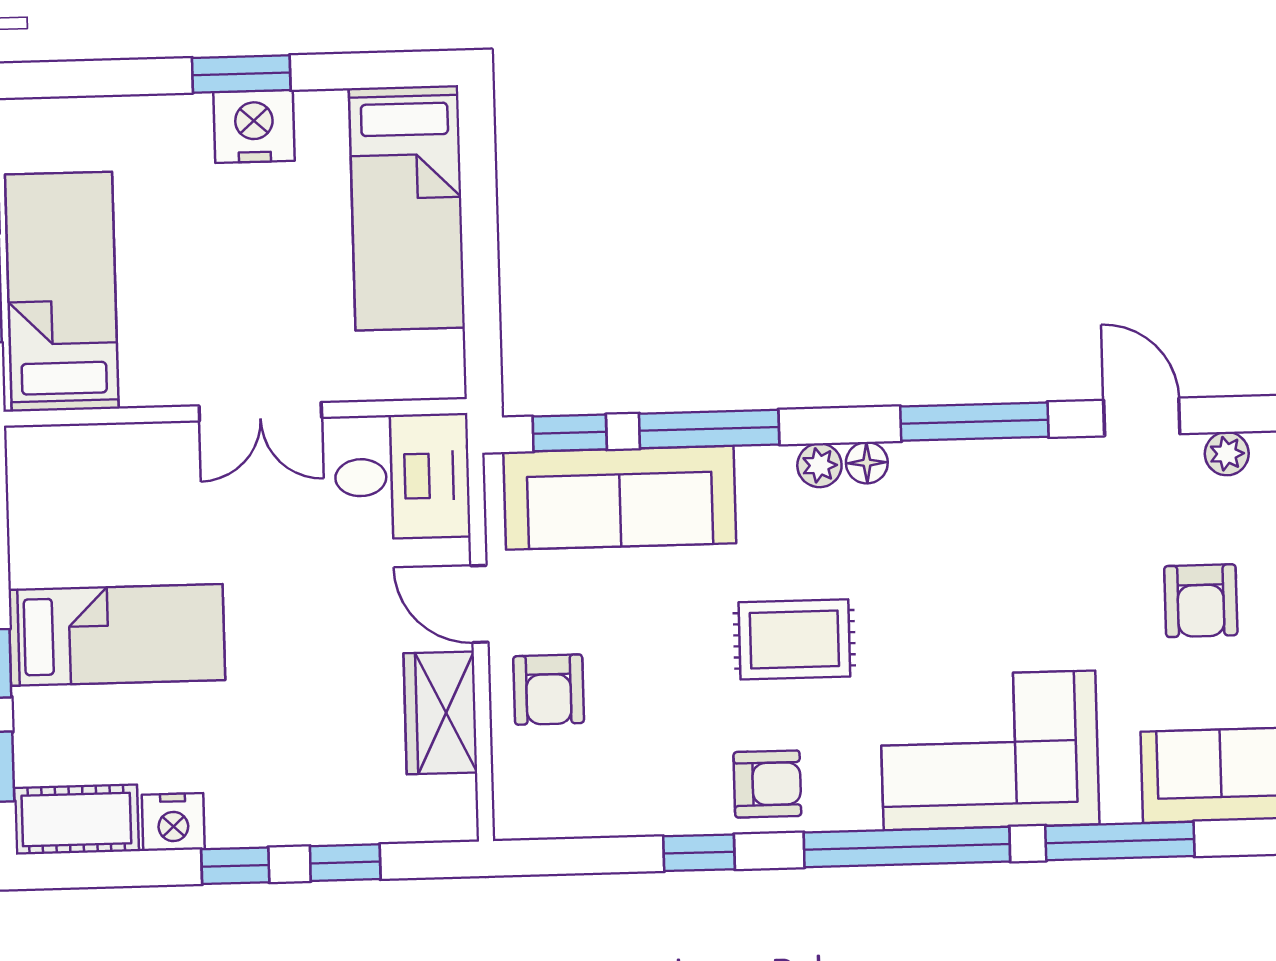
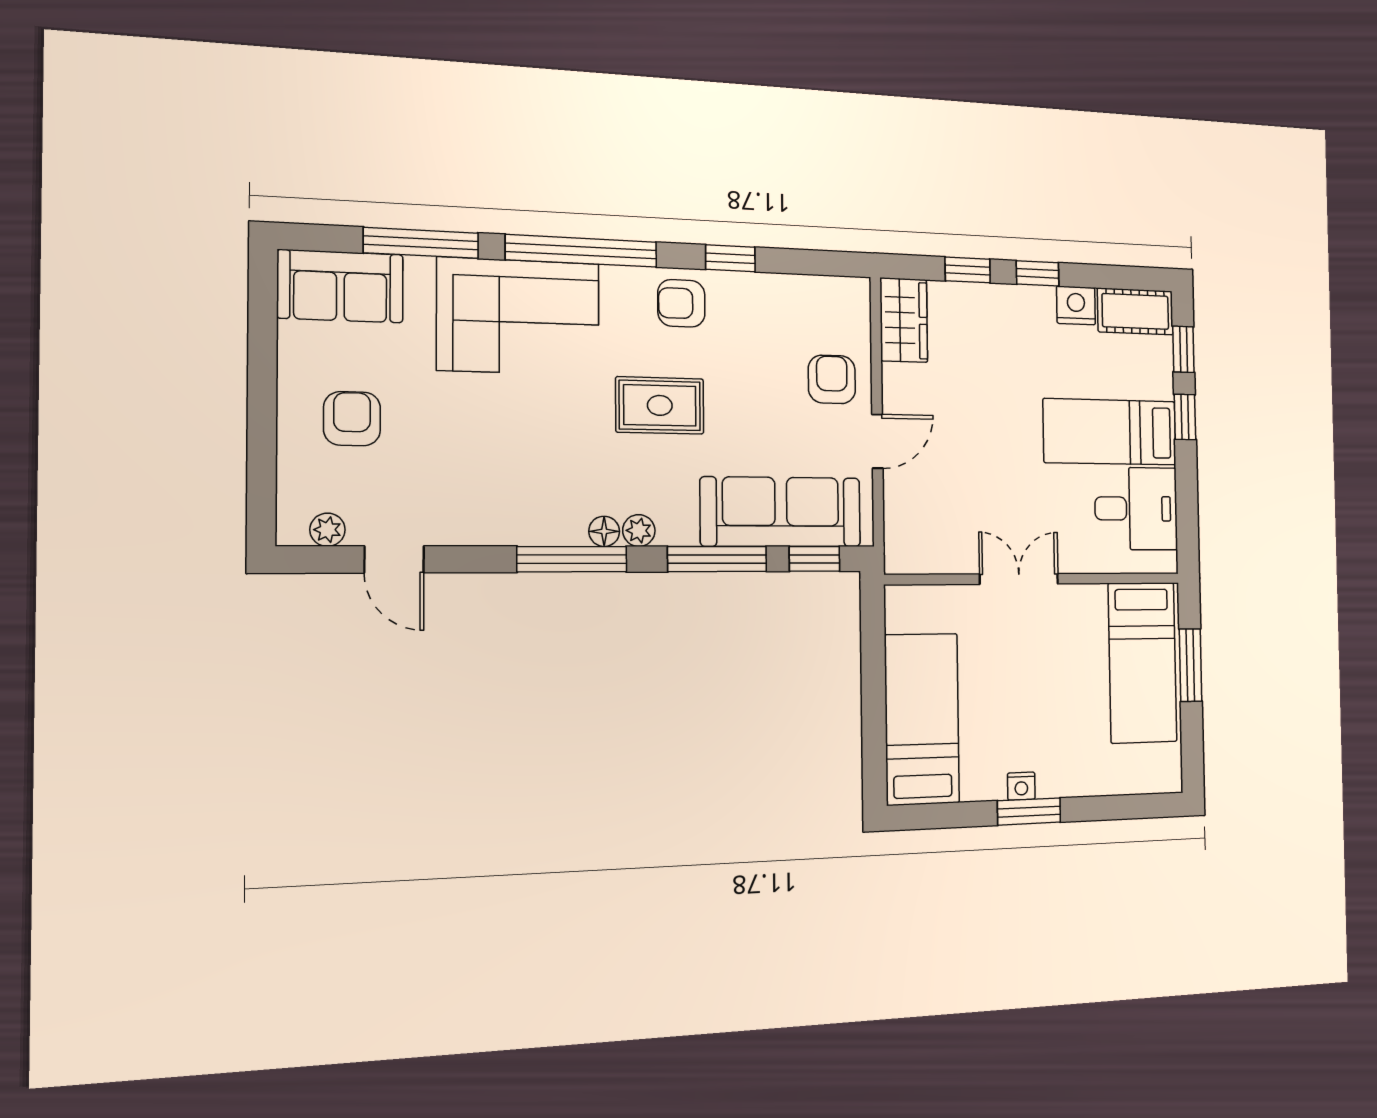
nightstand: (254, 126) -> (1021, 786), width x0.53, depth x0.56
window: (974, 422) -> (572, 559), moved
desk: (402, 477) -> (1136, 509), moved, turned 180
door: (479, 604) -> (877, 441), hinge flipped
wardrobe: (440, 713) -> (904, 320), moved

